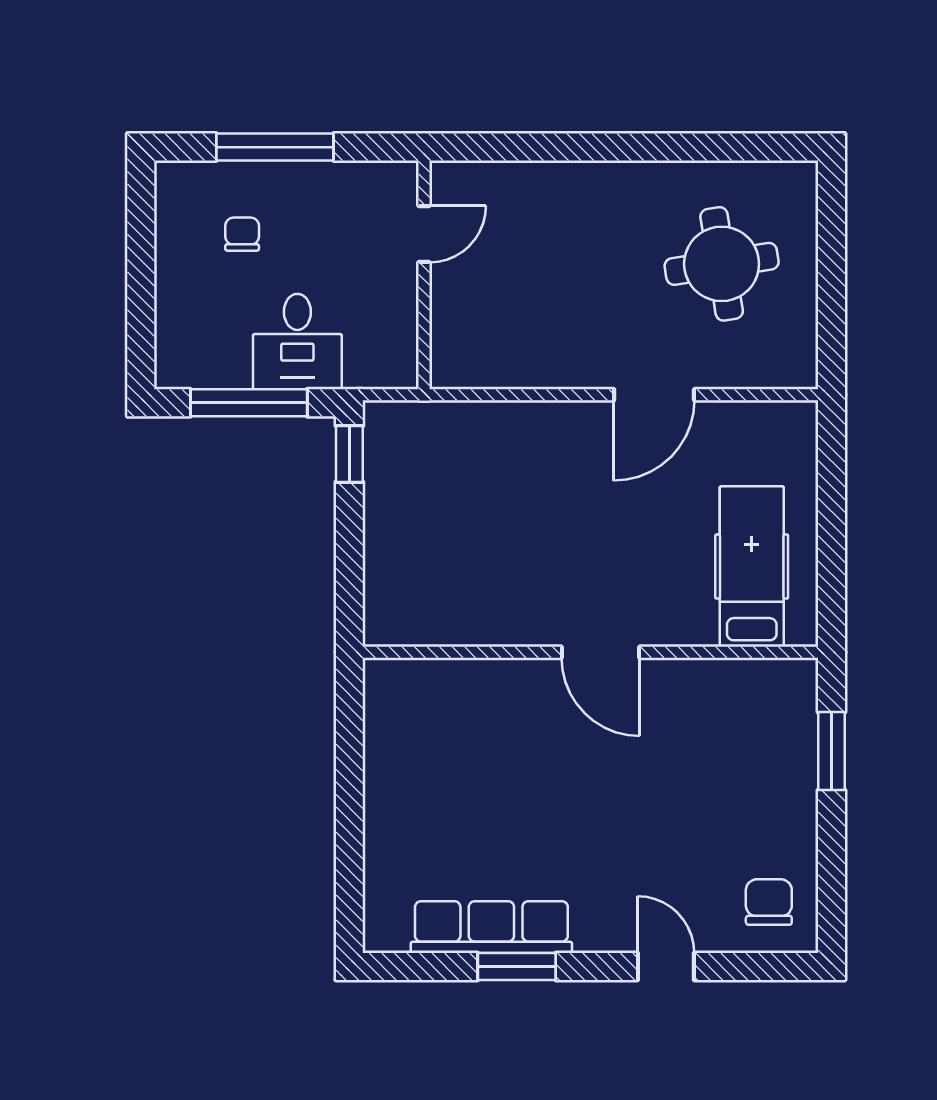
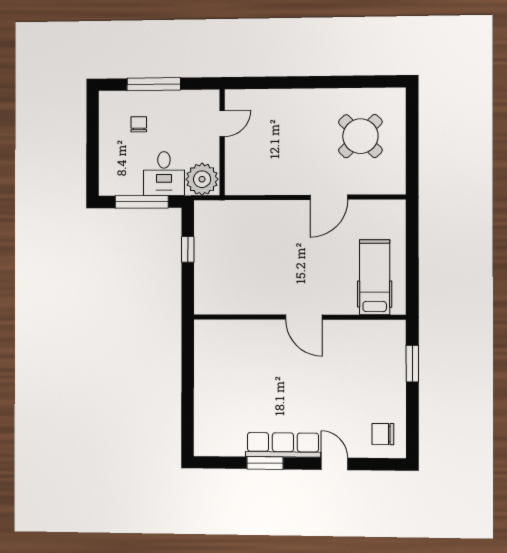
round table: (722, 264) -> (360, 136), turned -36
plant: (380, 354) -> (202, 179), added
window: (349, 454) -> (188, 249), moved
chair: (769, 902) -> (383, 434), turned -90
row of seats: (491, 927) -> (283, 445), moved

